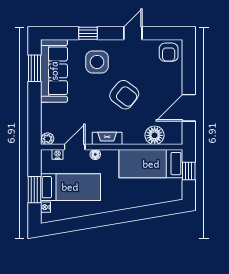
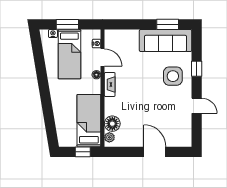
armchair: (169, 52) -> (181, 135), removed
armchair: (124, 95) -> (146, 99), removed
door: (189, 108) -> (155, 152), moved
plant: (48, 139) -> (109, 137), moved

